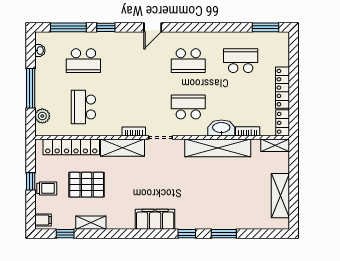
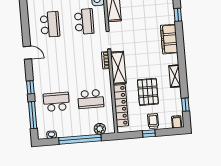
school desk: (83, 61) -> (56, 102), turned -90
window: (31, 88) -> (80, 139), width x1.46
school desk: (188, 107) -> (84, 22), turned 180
shelving: (91, 223) -> (175, 76), moved

